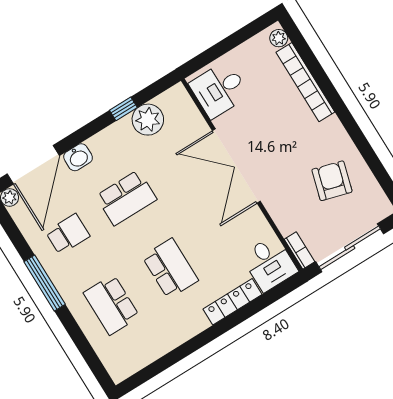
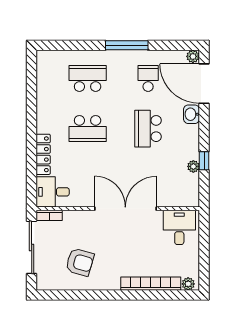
plant: (148, 120) -> (193, 166), width x0.53, depth x0.53
school desk: (68, 234) -> (148, 78), turned 180

